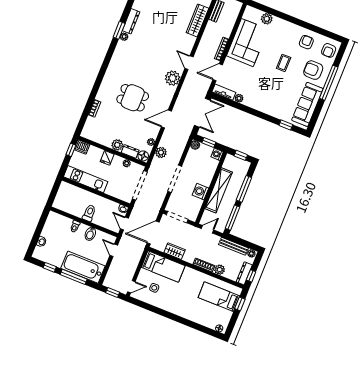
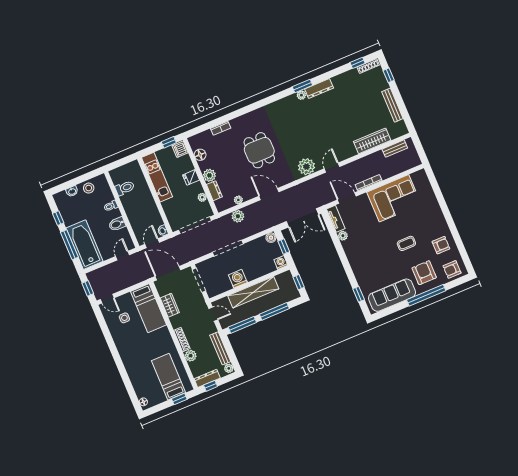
plant: (267, 19) -> (428, 195), removed
floor lamp: (143, 156) -> (200, 155), moved
toilet: (89, 213) -> (125, 188), moved
stool: (50, 229) -> (89, 188), added

